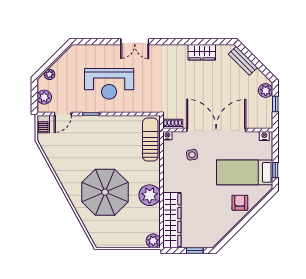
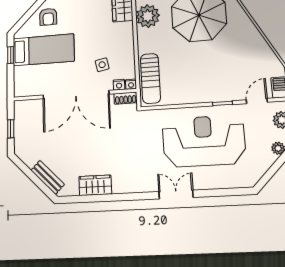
reception desk: (109, 84) -> (204, 141), width x1.36, depth x1.30
plant: (266, 91) -> (22, 144), removed
nightstand: (264, 136) -> (119, 85), moved

